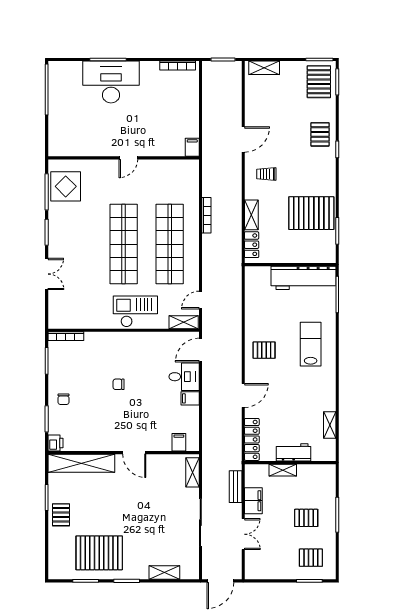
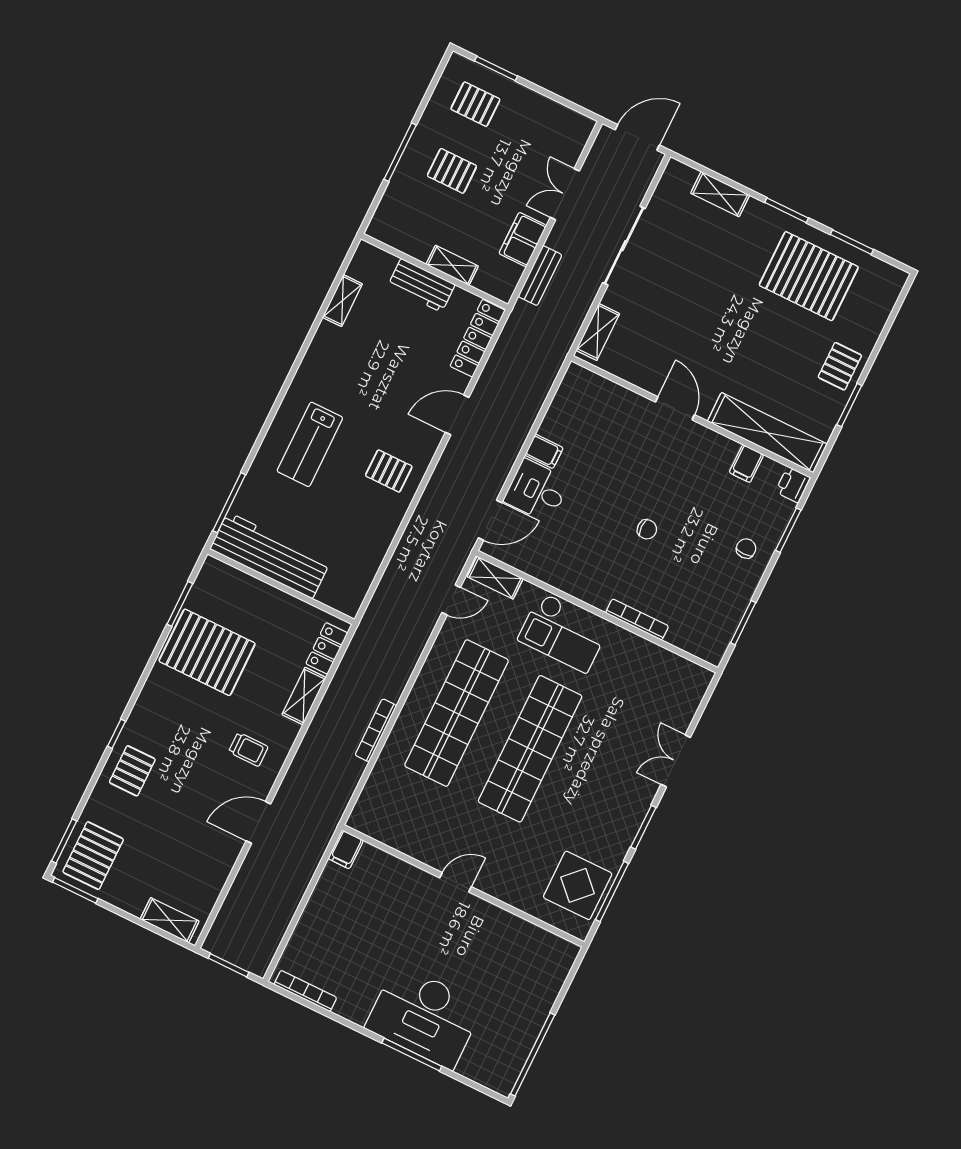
bookcase: (66, 336) -> (637, 619), moved
filing cabinet: (179, 442) -> (746, 464), moved

